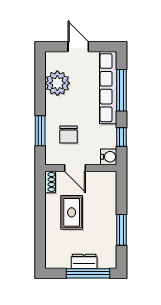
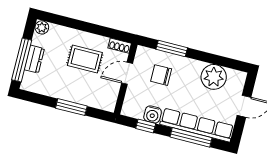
water cooler: (109, 157) -> (153, 114), moved
window: (122, 230) -> (71, 107), moved
plant: (52, 262) -> (42, 27), added

